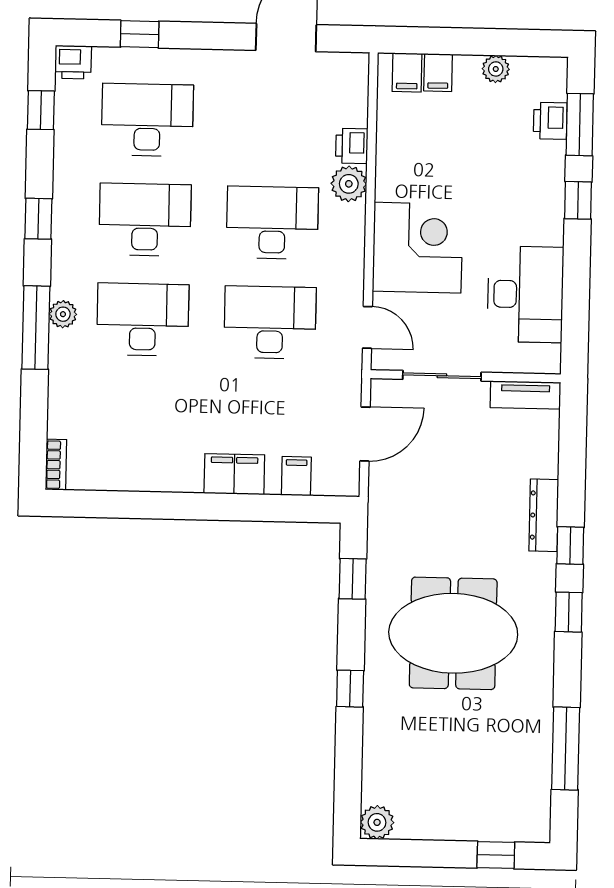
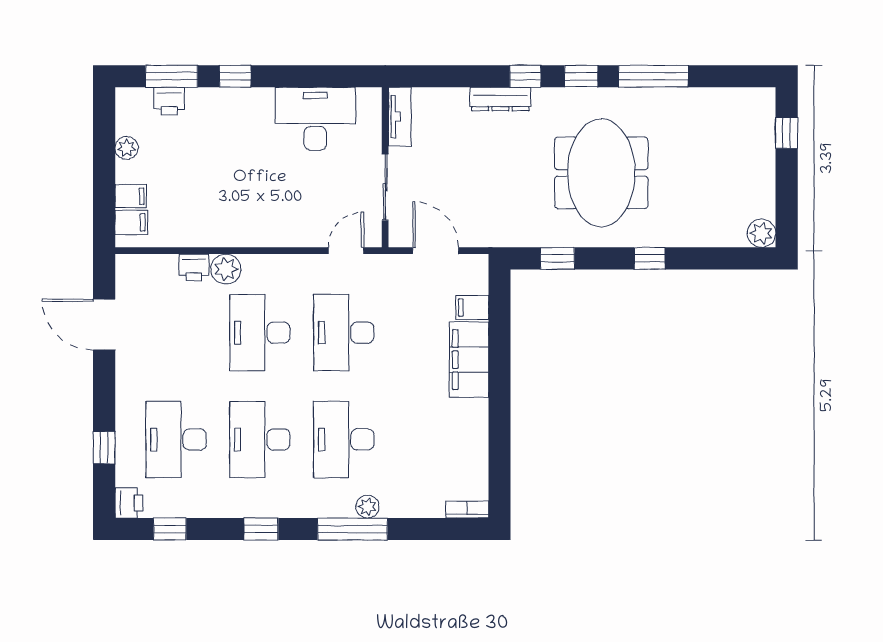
corner desk: (418, 248) -> (278, 210), removed
plant: (63, 314) -> (368, 507), moved
filing cabinet: (234, 474) -> (469, 360), width x1.50, depth x1.17
window: (566, 748) -> (653, 76), moved

